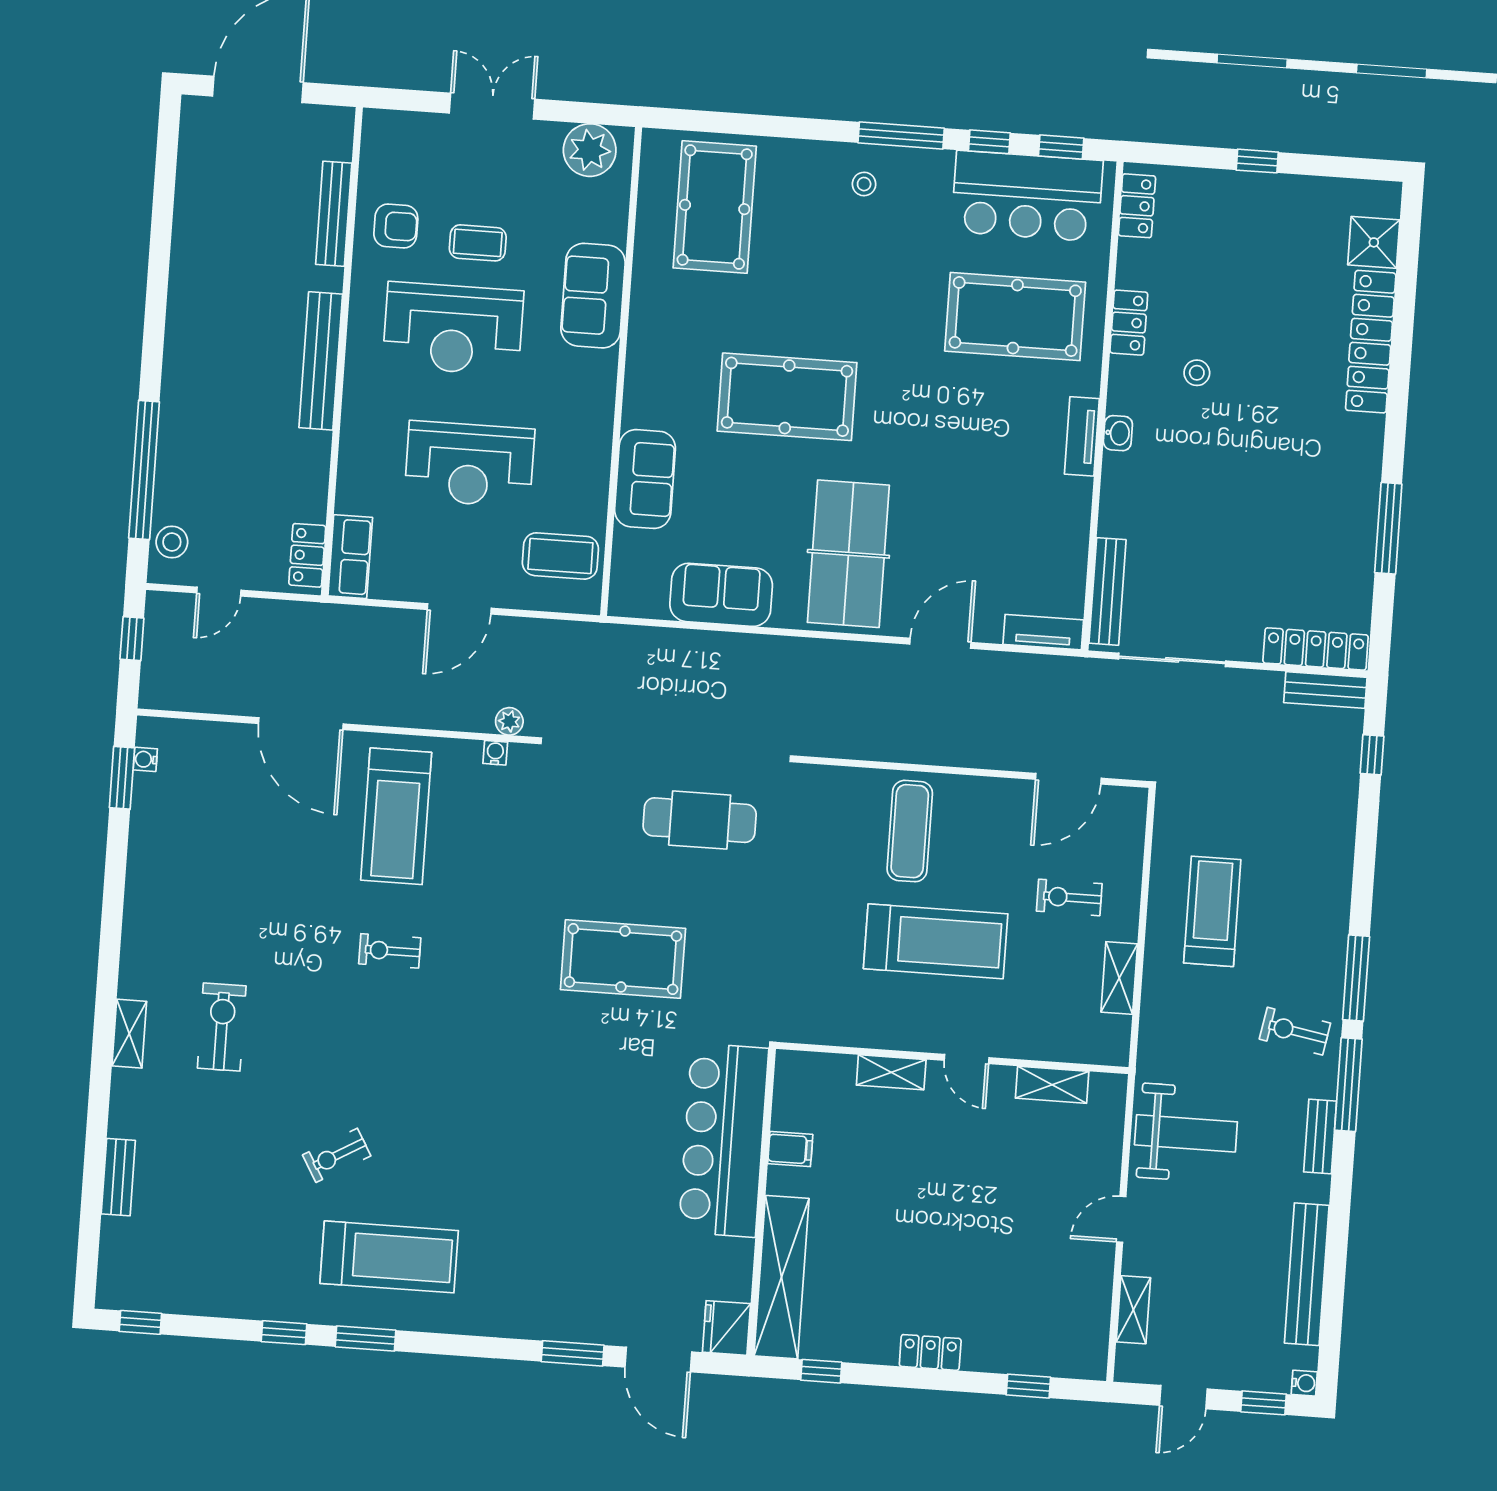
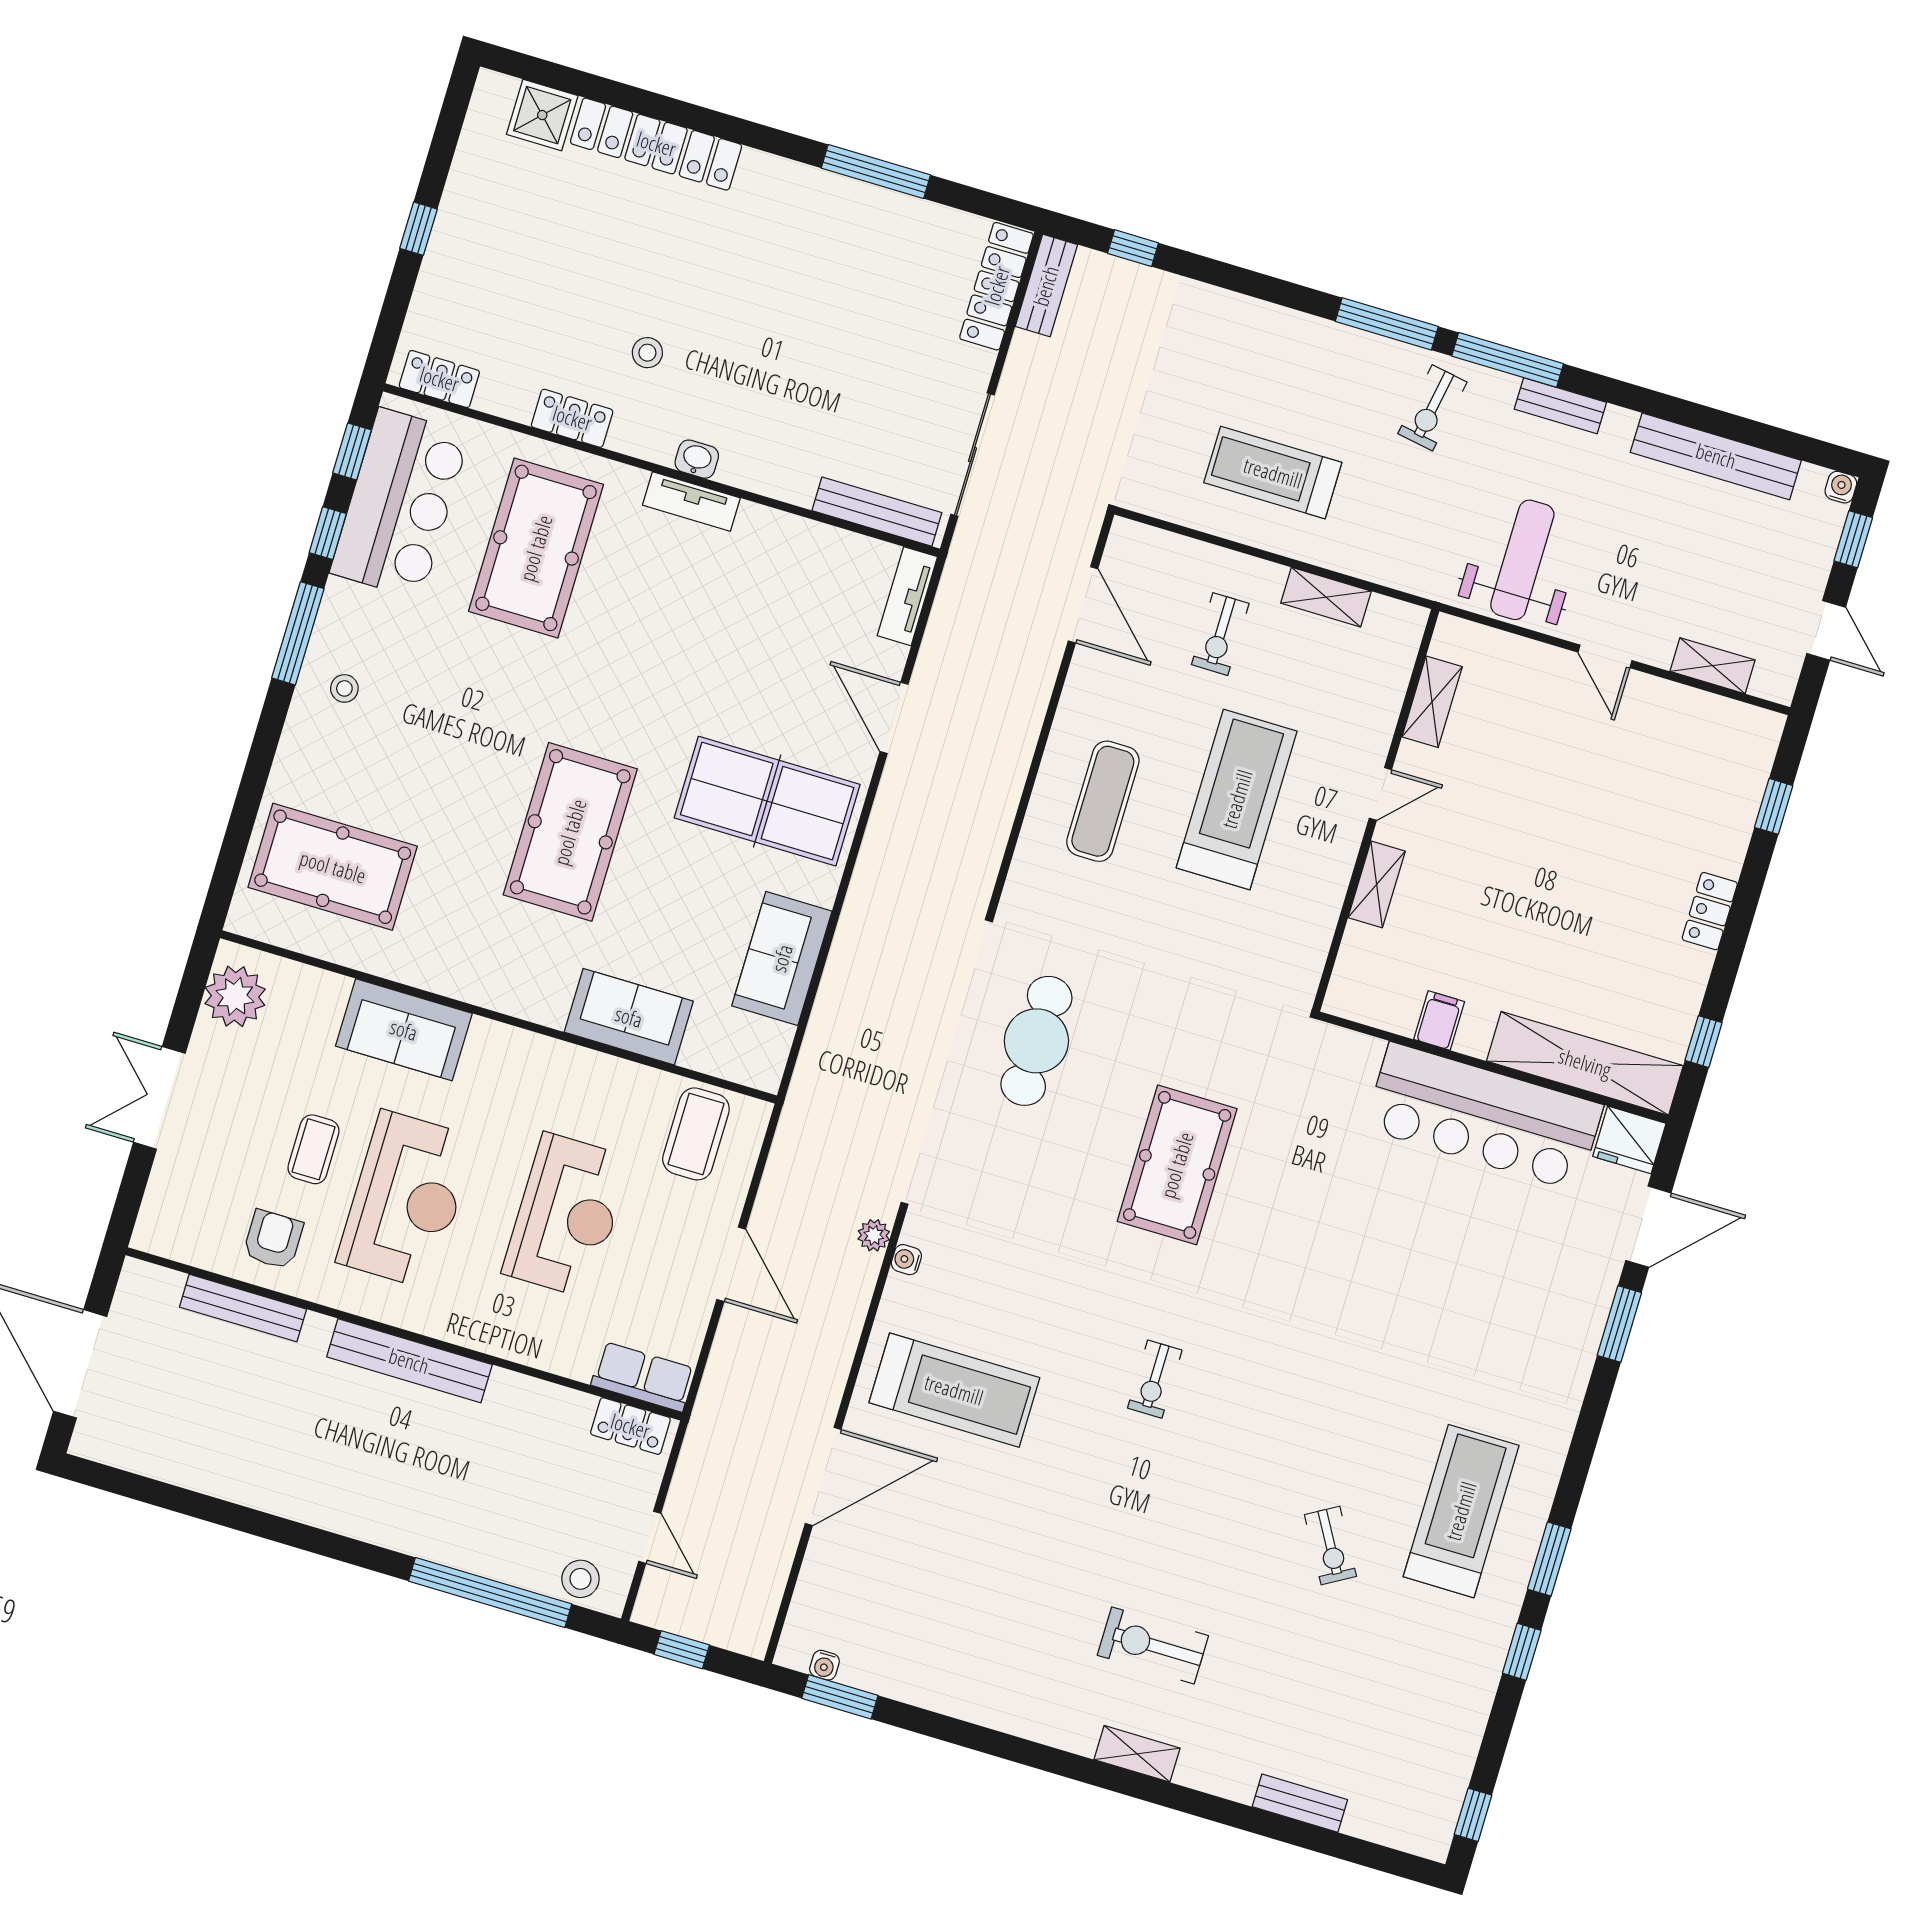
exercise mat: (910, 831) -> (1103, 801), turned 90
exercise bike: (390, 951) -> (1155, 1379), moved
bar counter: (724, 1140) -> (1484, 1117), moved

